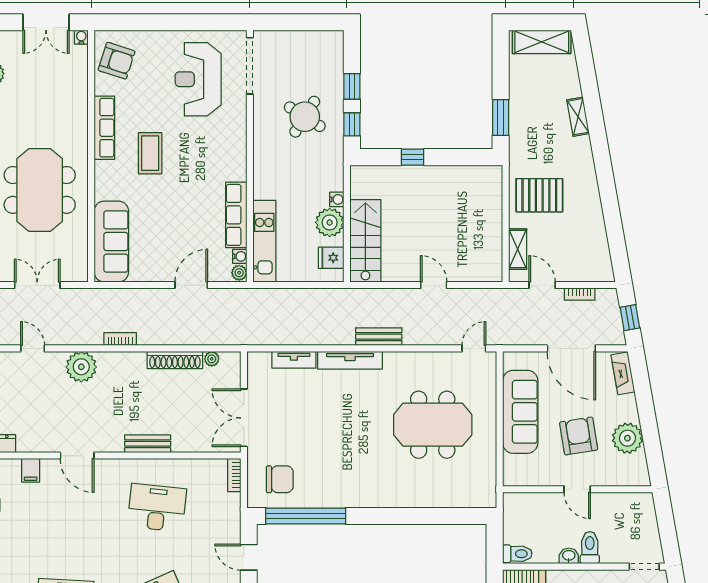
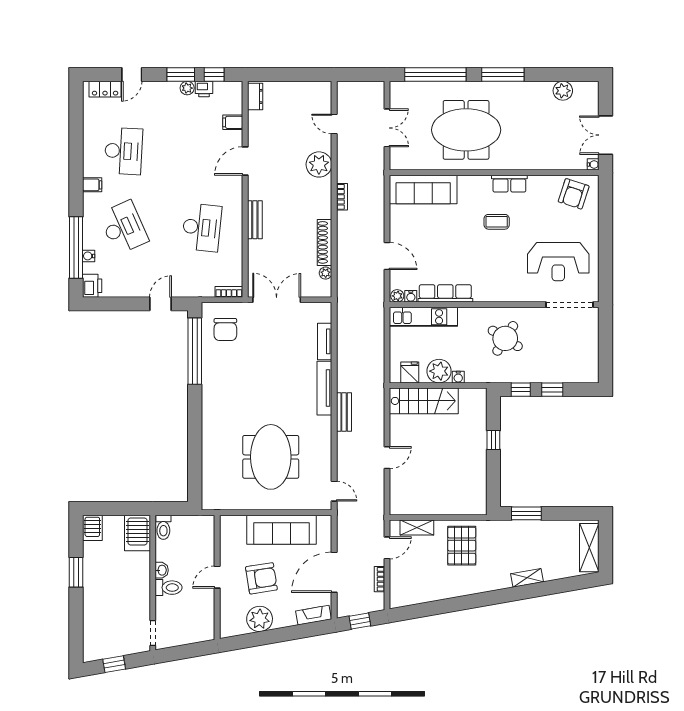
reception desk: (198, 79) -> (558, 262), turned 180
round table: (305, 117) -> (505, 338), moved
row of seats: (104, 128) -> (509, 184), width x0.68
coffee table: (150, 153) -> (497, 222), width x0.73, depth x0.77
door: (33, 348) -> (334, 124), swing flipped

